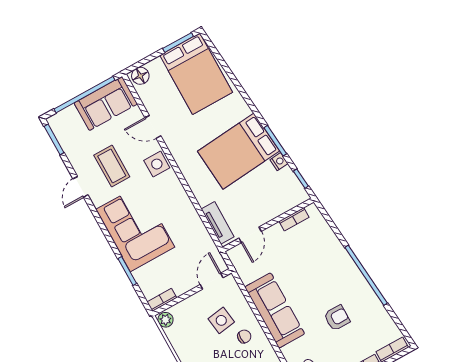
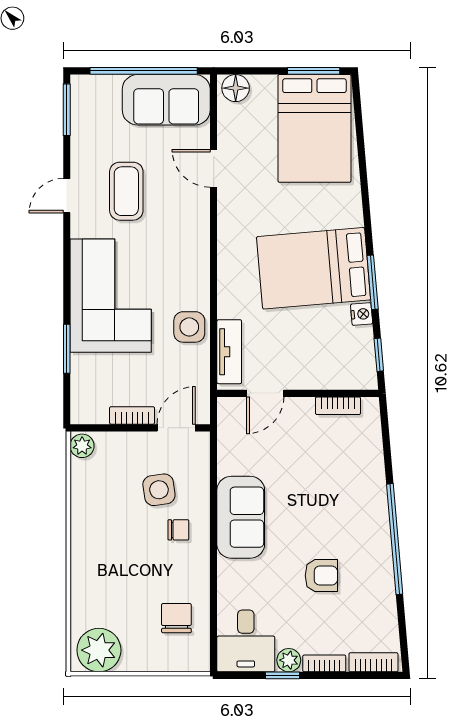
side table: (157, 164) -> (189, 327), moved
bookcase: (162, 300) -> (132, 415), moved
sofa: (275, 310) -> (241, 517), width x0.73

